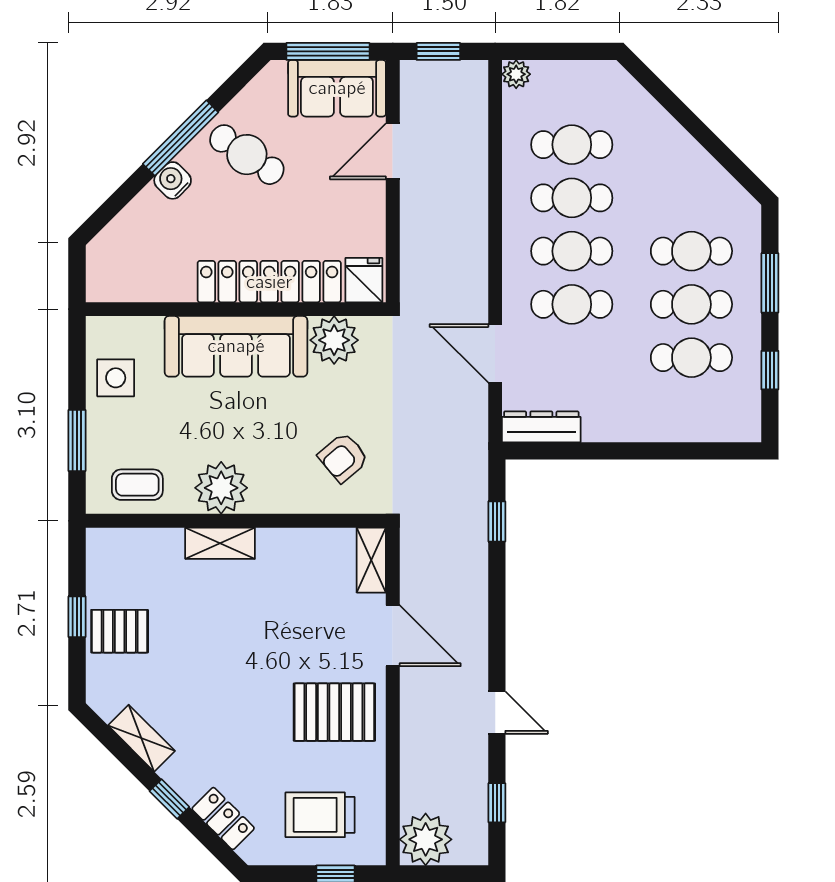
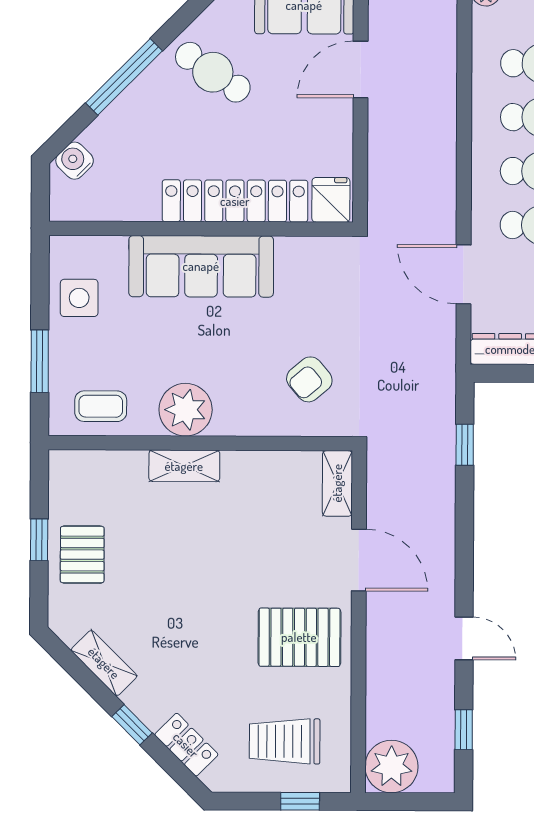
window: (181, 138) -> (124, 77), moved
water cooler: (173, 180) -> (75, 161), moved
plant: (334, 340) -> (301, 260), removed
pallet: (120, 631) -> (82, 555), turned 90

